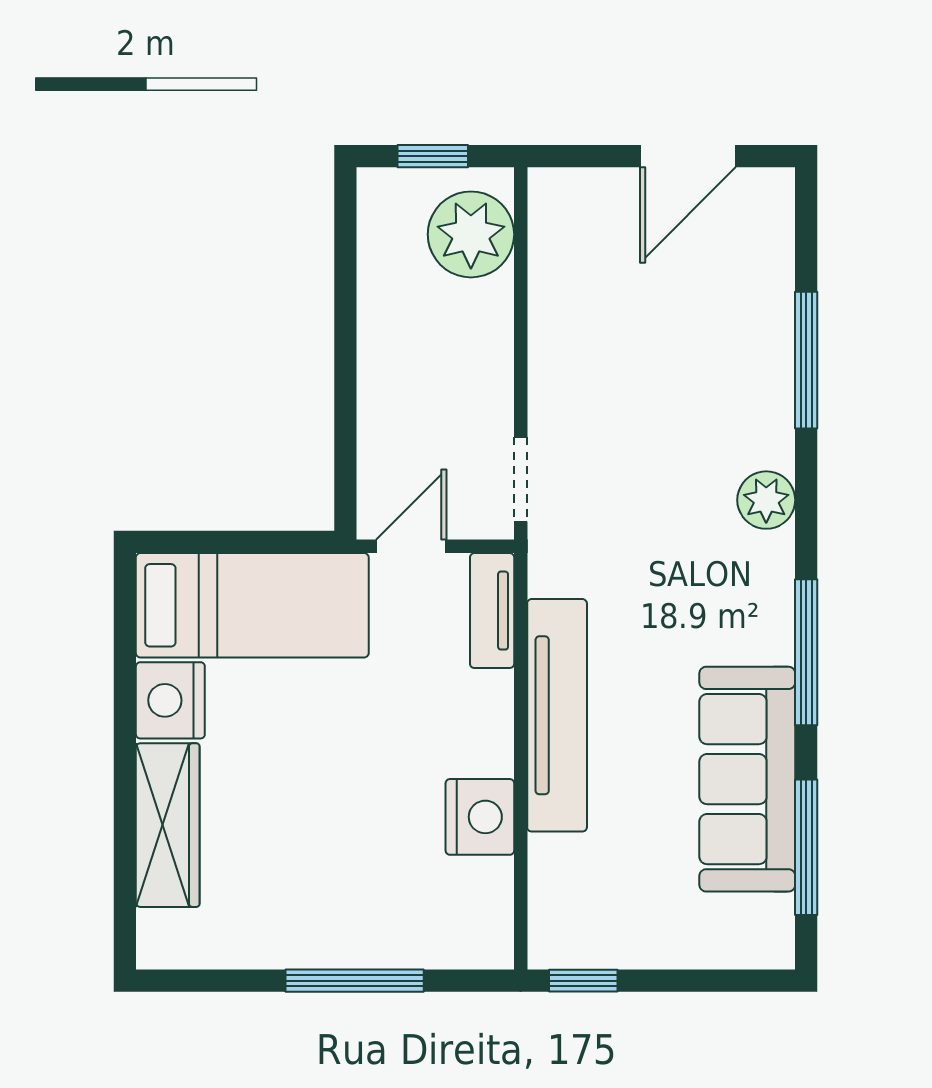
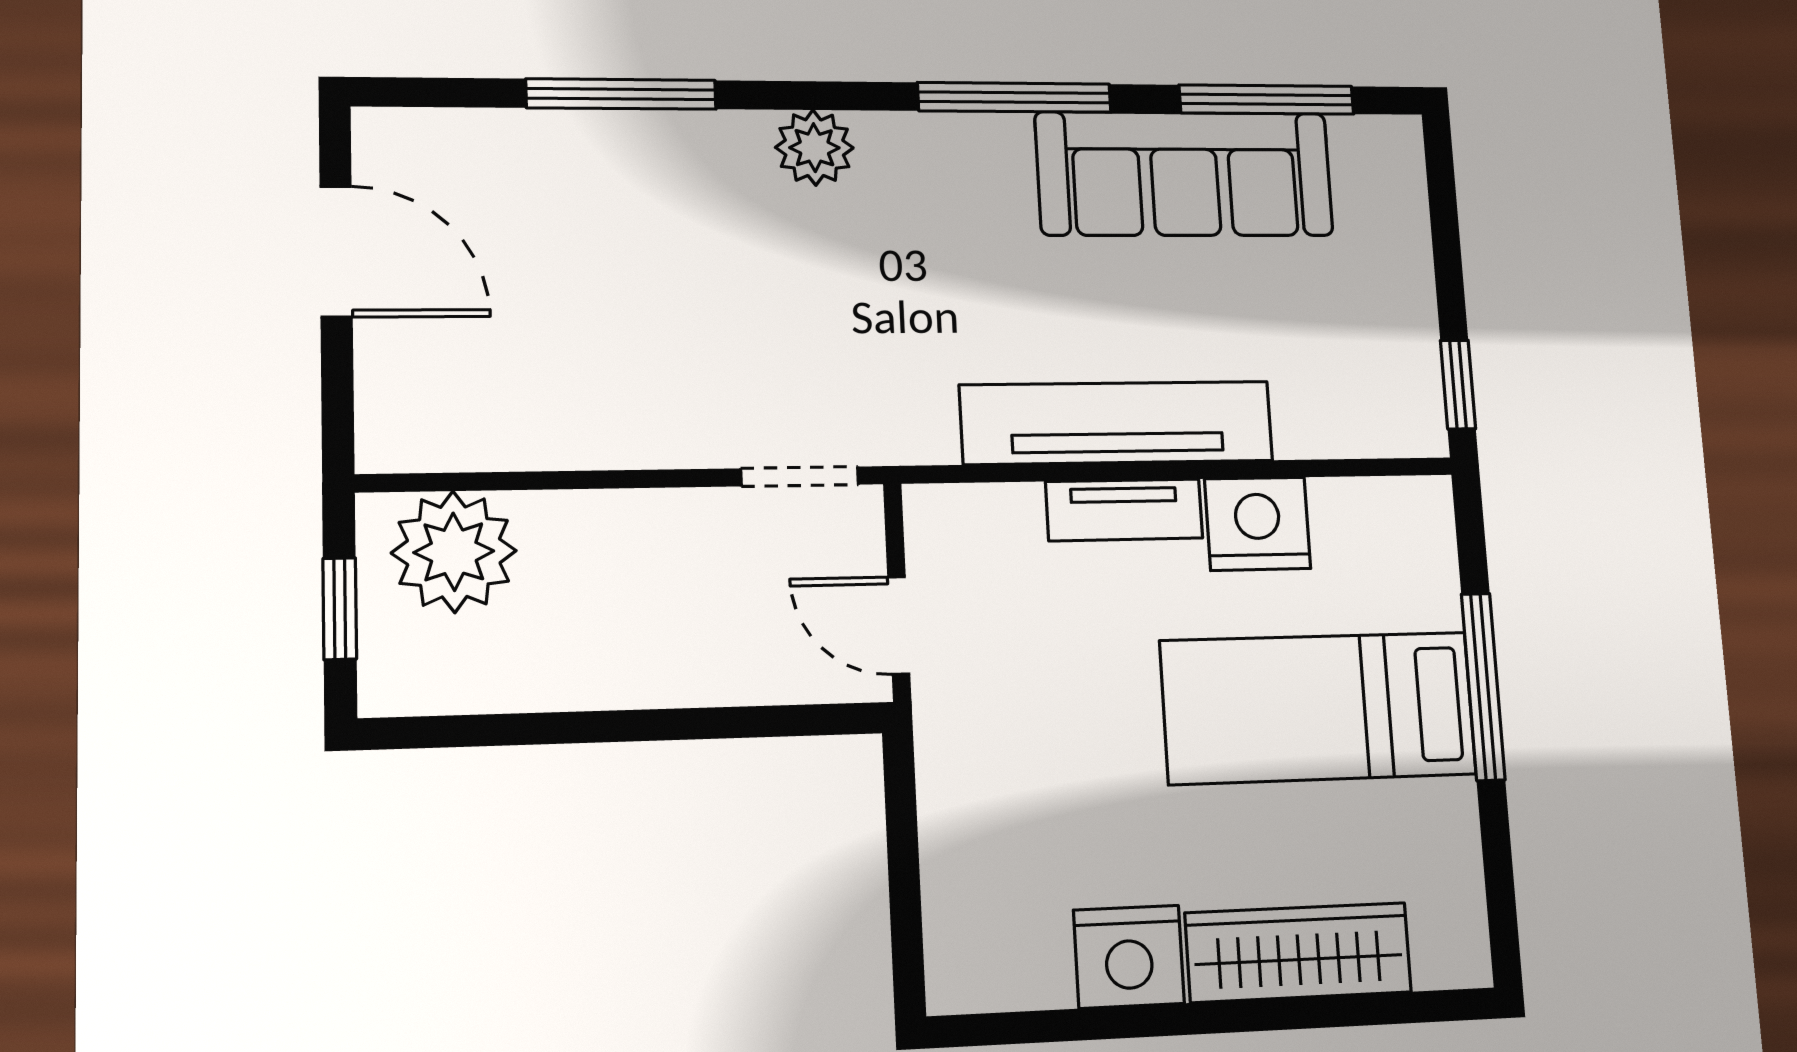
bed: (252, 605) -> (1319, 708), moved, turned -90
tv unit: (492, 611) -> (1124, 510), moved

